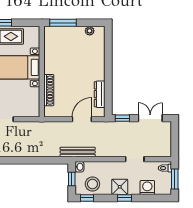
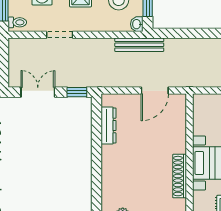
shoe rack: (49, 90) -> (180, 176), moved
double door: (150, 118) -> (38, 92), swing flipped
door: (82, 119) -> (155, 91), moved

